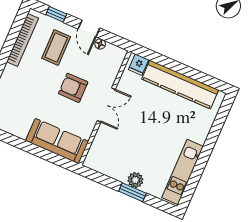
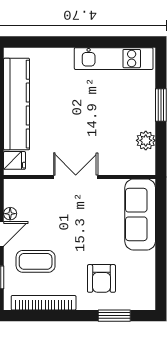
armchair: (73, 88) -> (101, 278), moved
plant: (135, 180) -> (146, 140), moved

